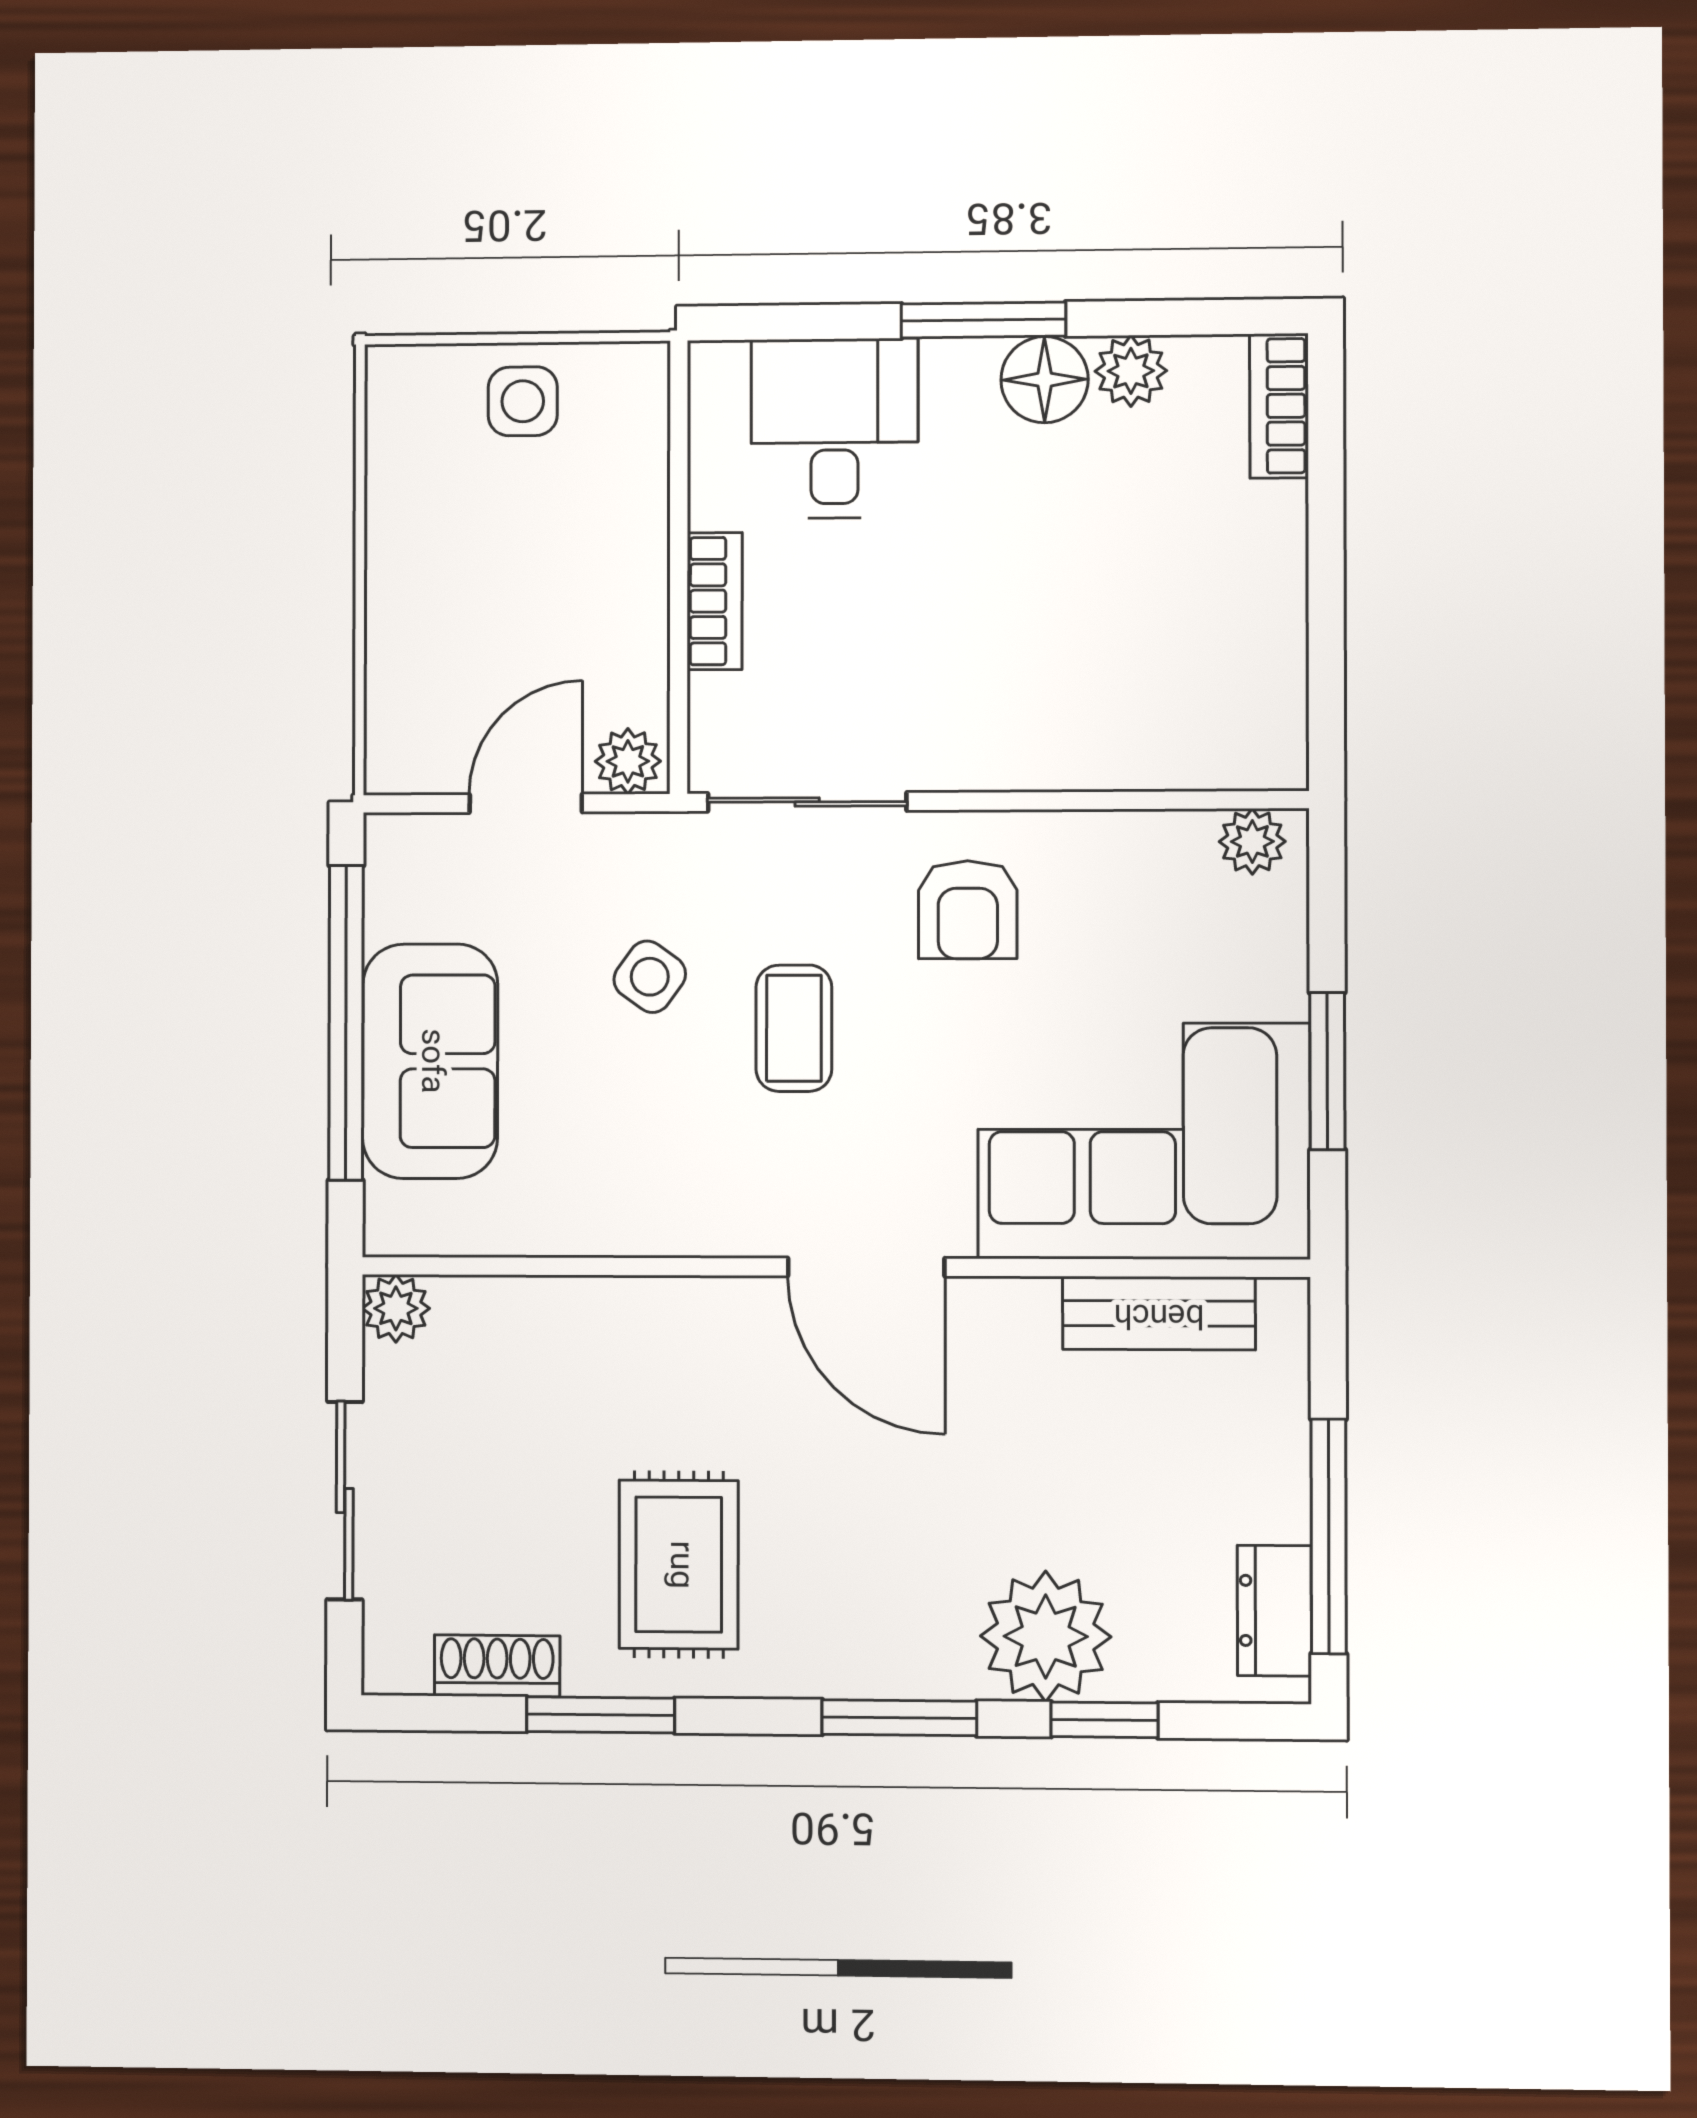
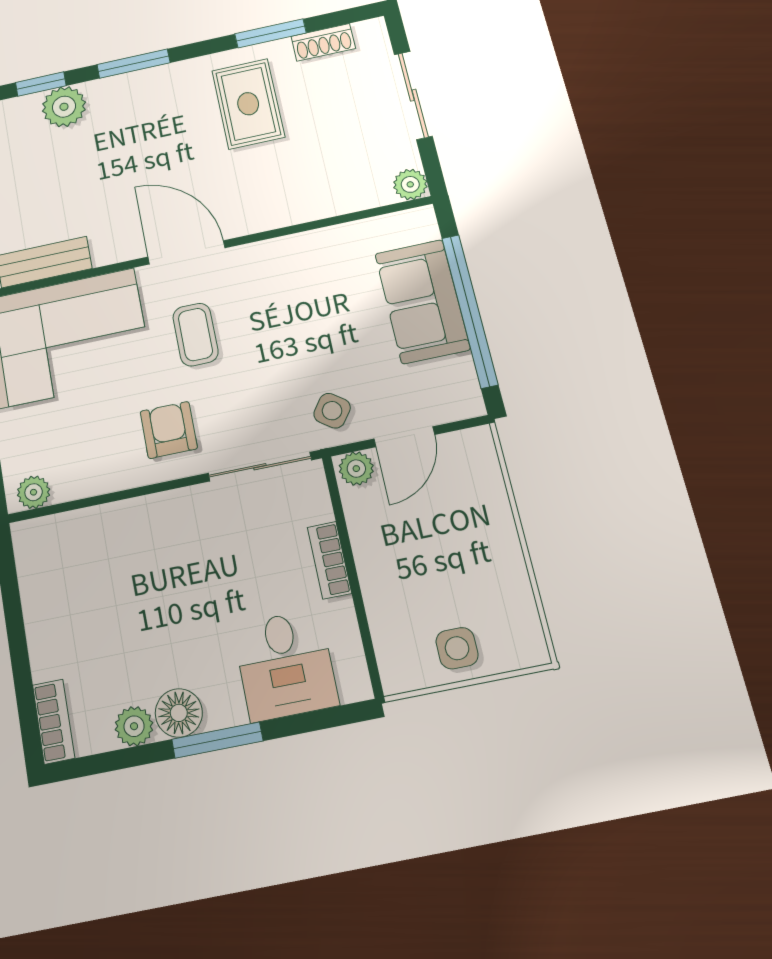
side table: (650, 977) -> (332, 411), moved
coffee table: (794, 1028) -> (195, 334), moved
plant: (1046, 1636) -> (64, 107), width x0.73, depth x0.73

